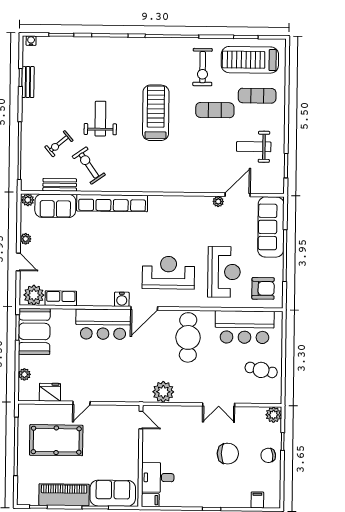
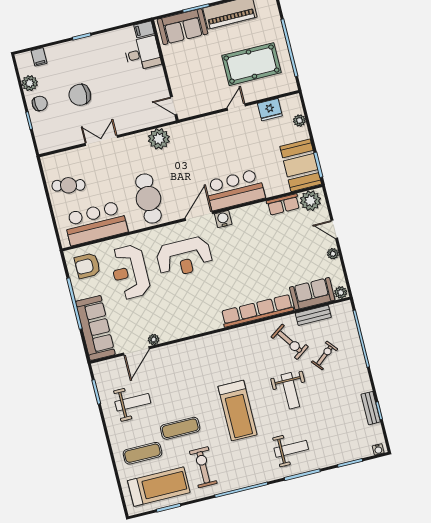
weight bench: (114, 63) -> (291, 449), added
plant: (274, 415) -> (30, 83), moved

